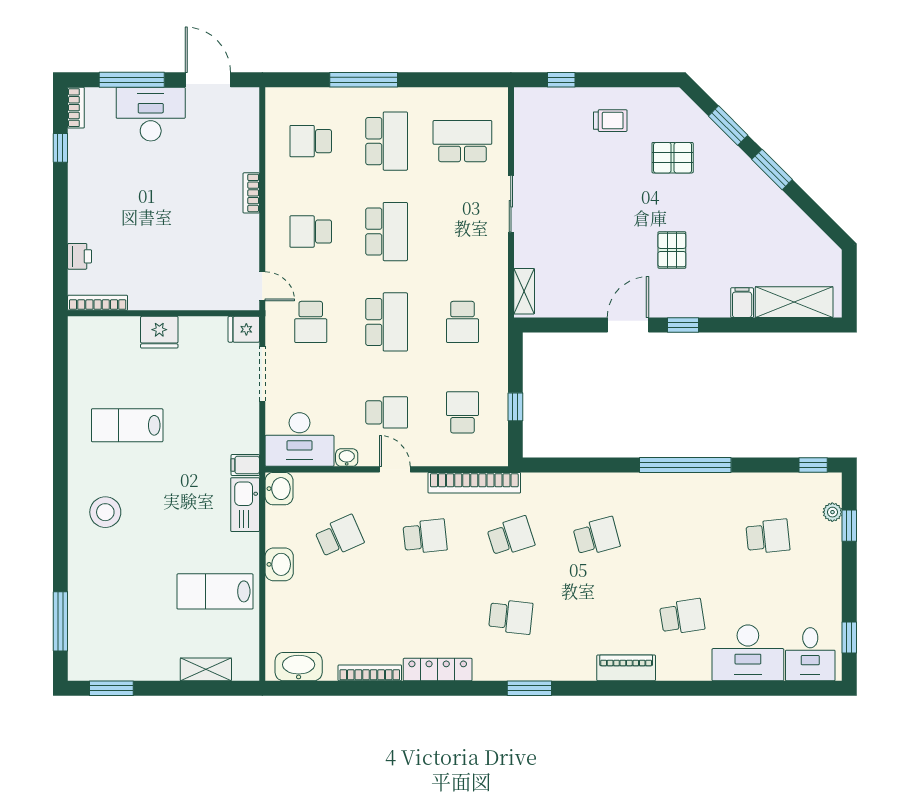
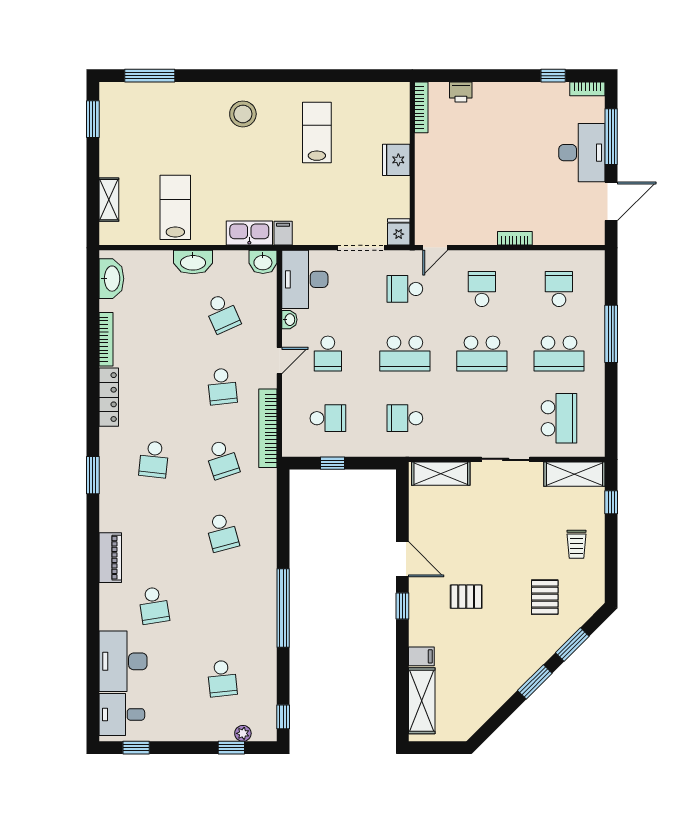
shelving: (528, 123) -> (574, 474), added
shelving: (524, 291) -> (441, 474), width x1.50, depth x1.33
washbasin: (279, 564) -> (193, 262), width x1.38

